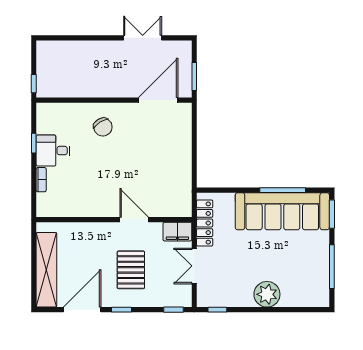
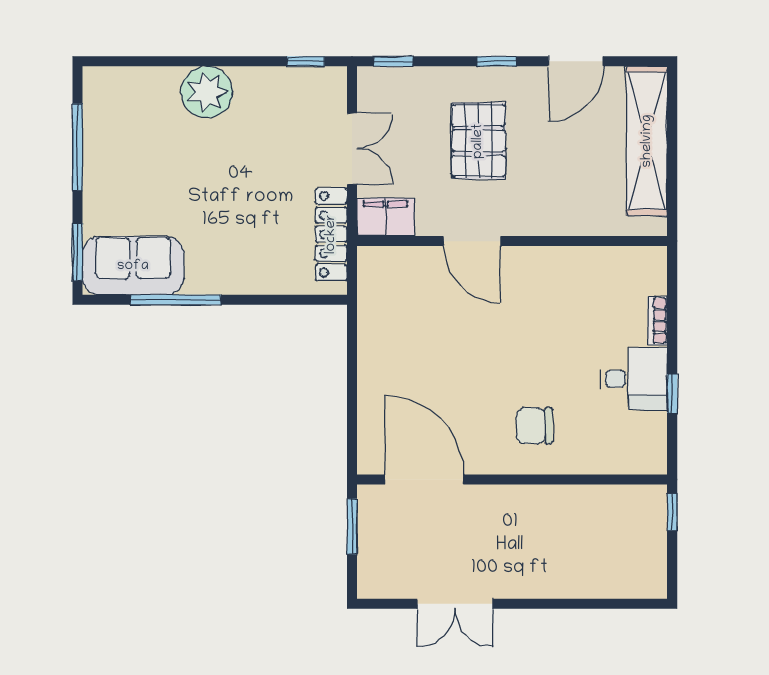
door: (158, 100) -> (424, 480), swing flipped
chair: (103, 127) -> (534, 426), turned -58
sofa: (282, 211) -> (133, 266), width x0.54, depth x0.79
door: (82, 310) -> (576, 61), width x0.73

